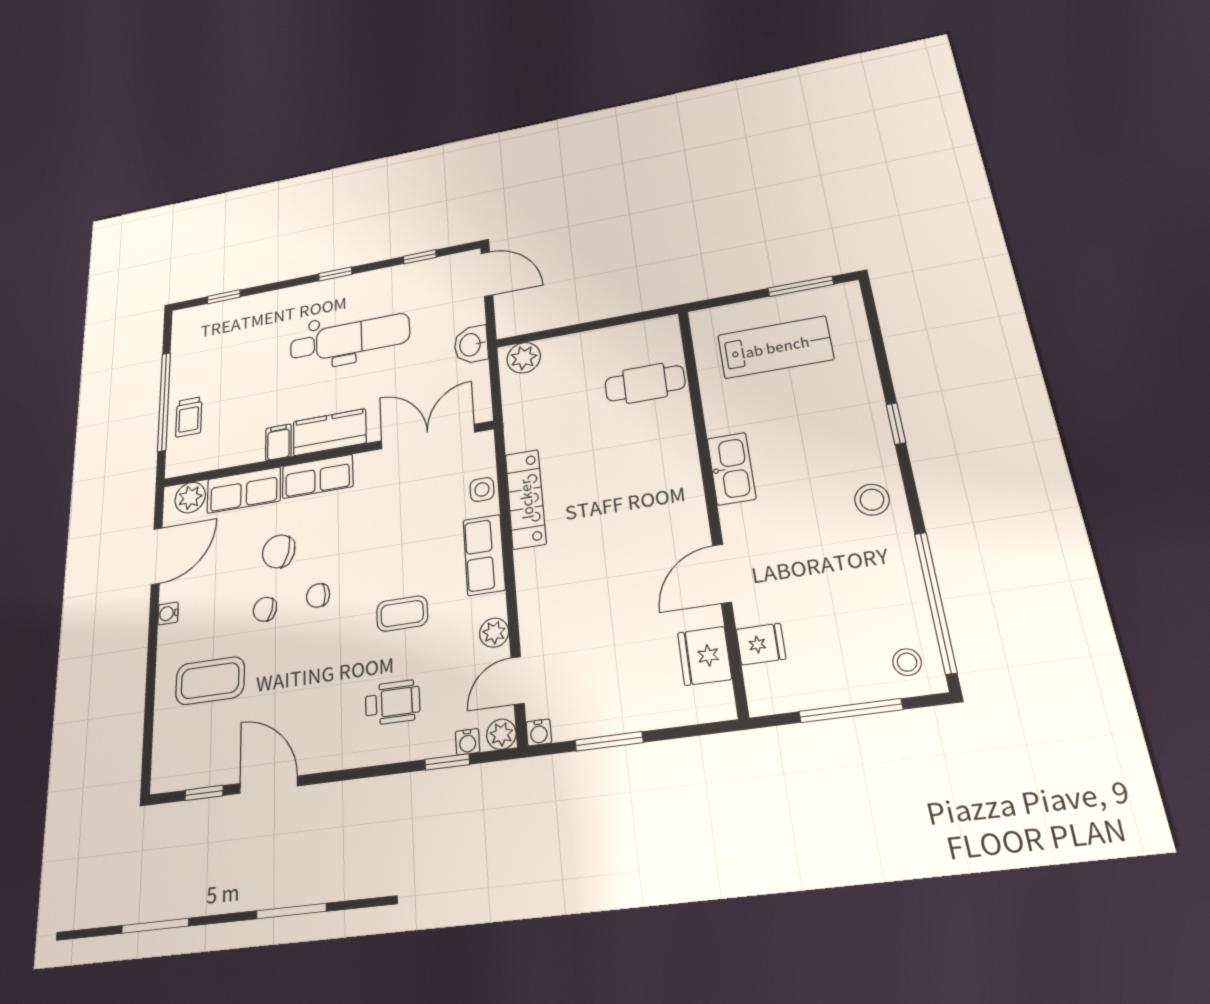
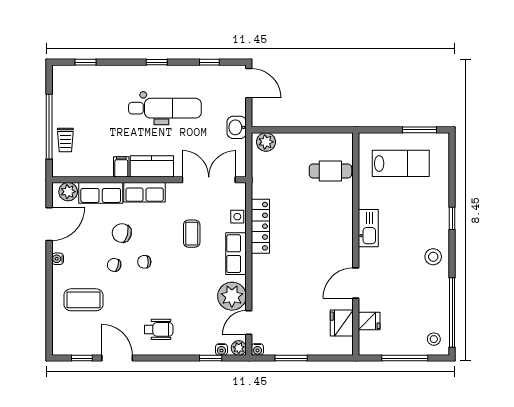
coffee table: (402, 614) -> (192, 234), moved, turned 90
plant: (494, 633) -> (232, 296), width x1.87, depth x1.87
wheelchair: (393, 703) -> (159, 329), moved

